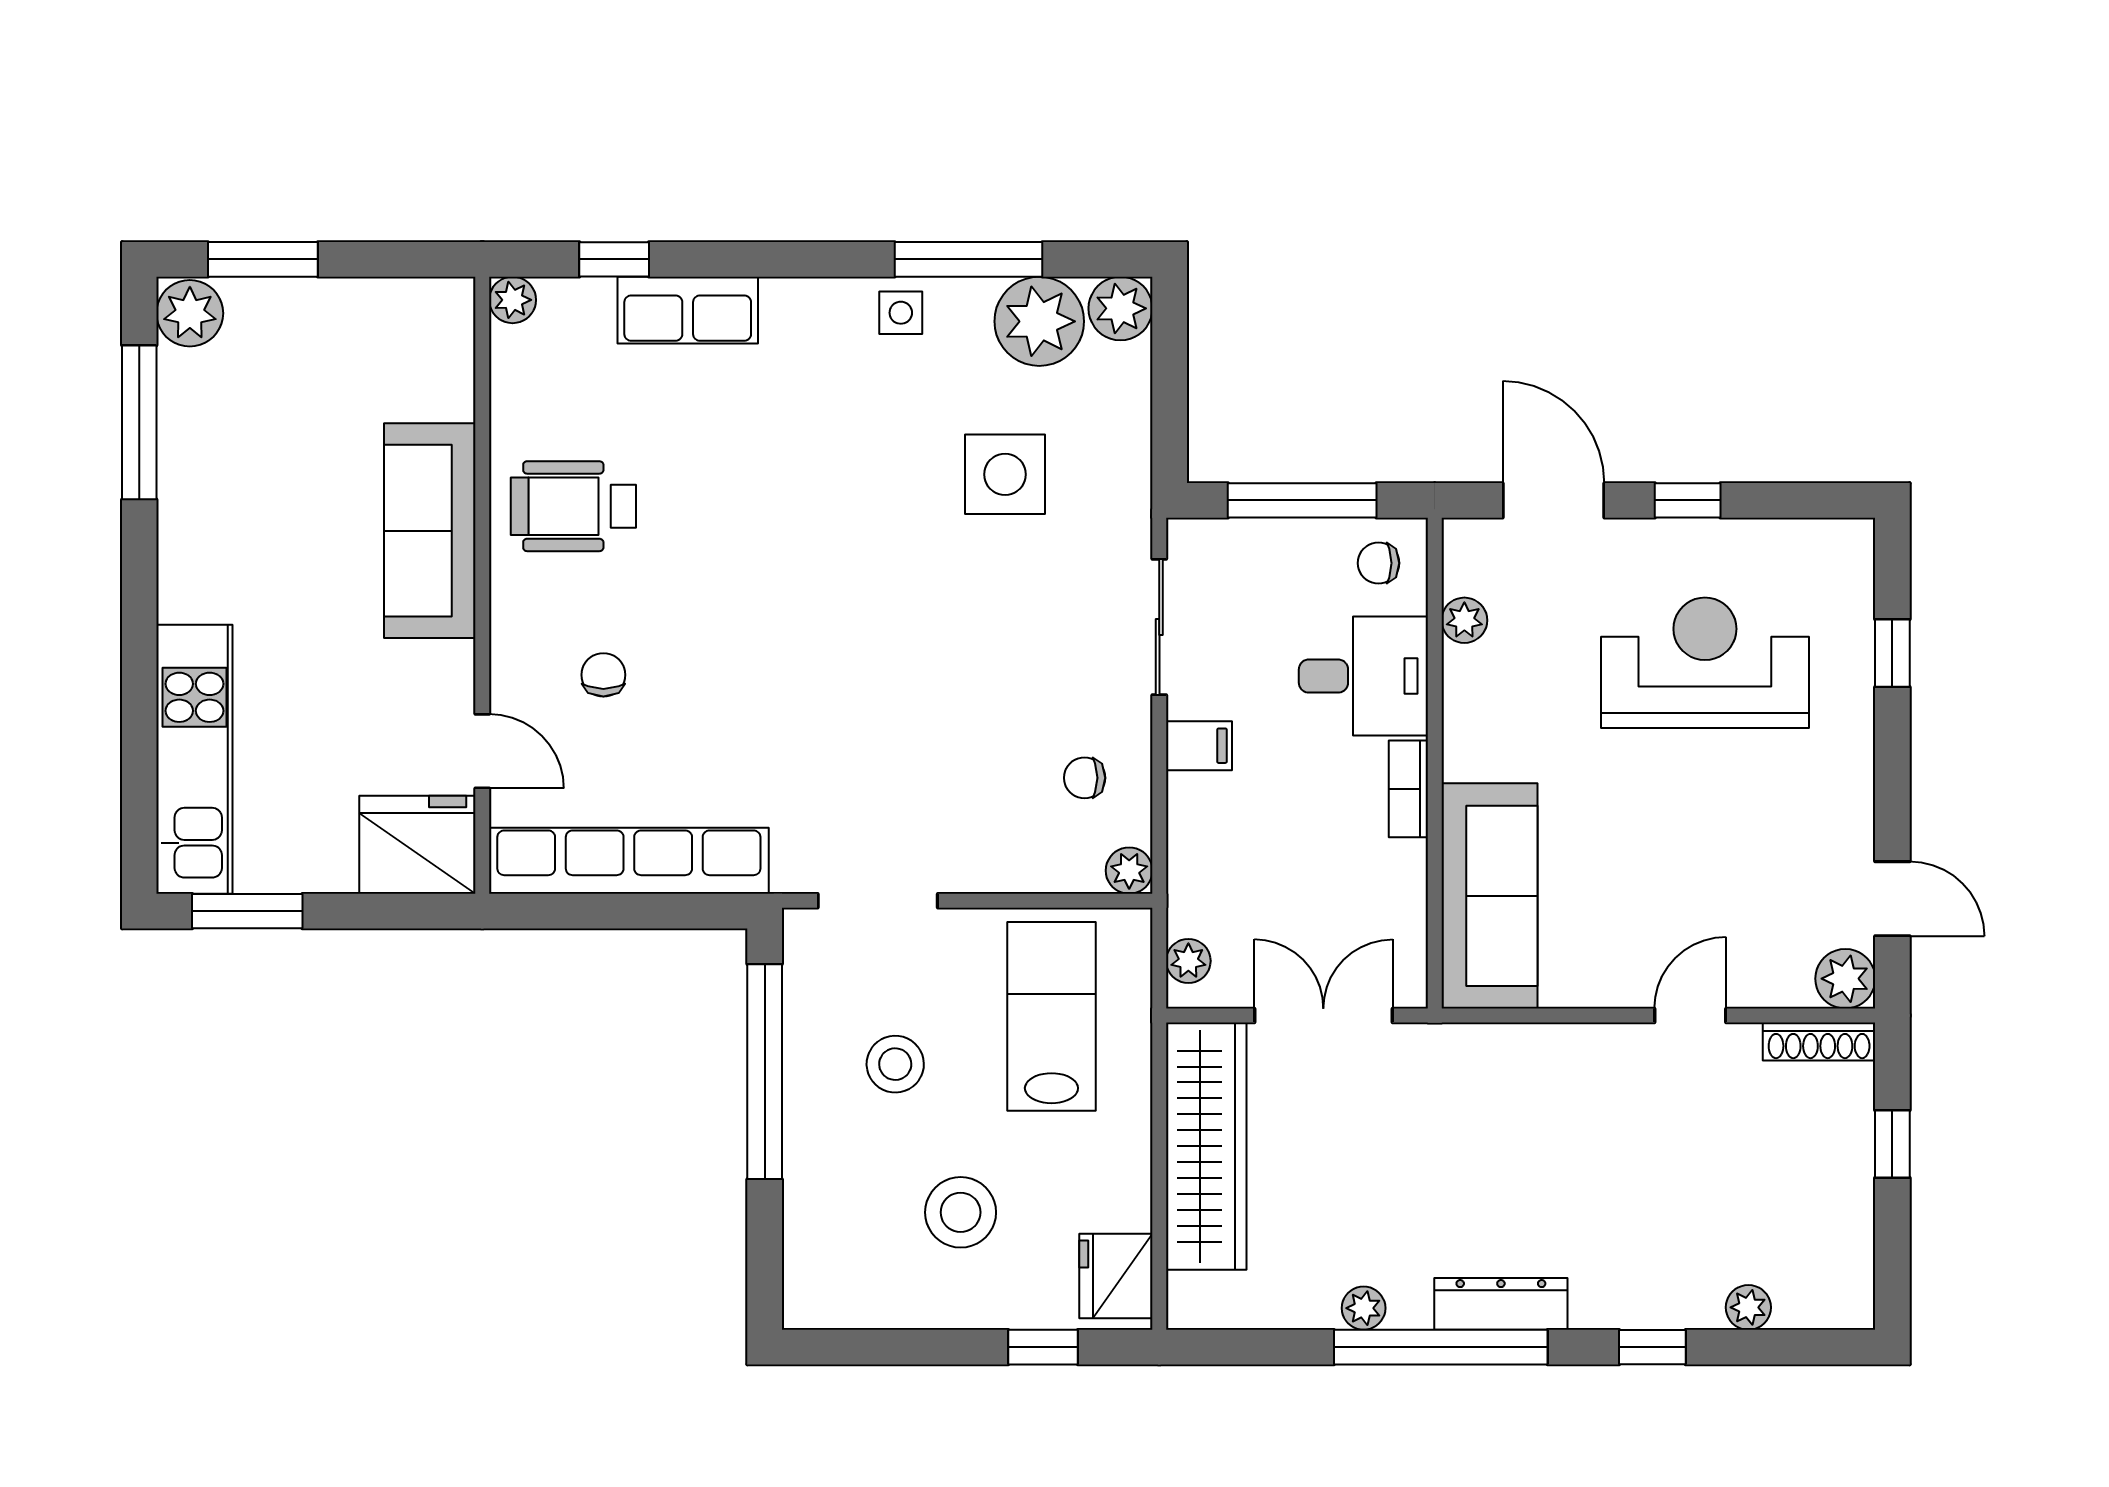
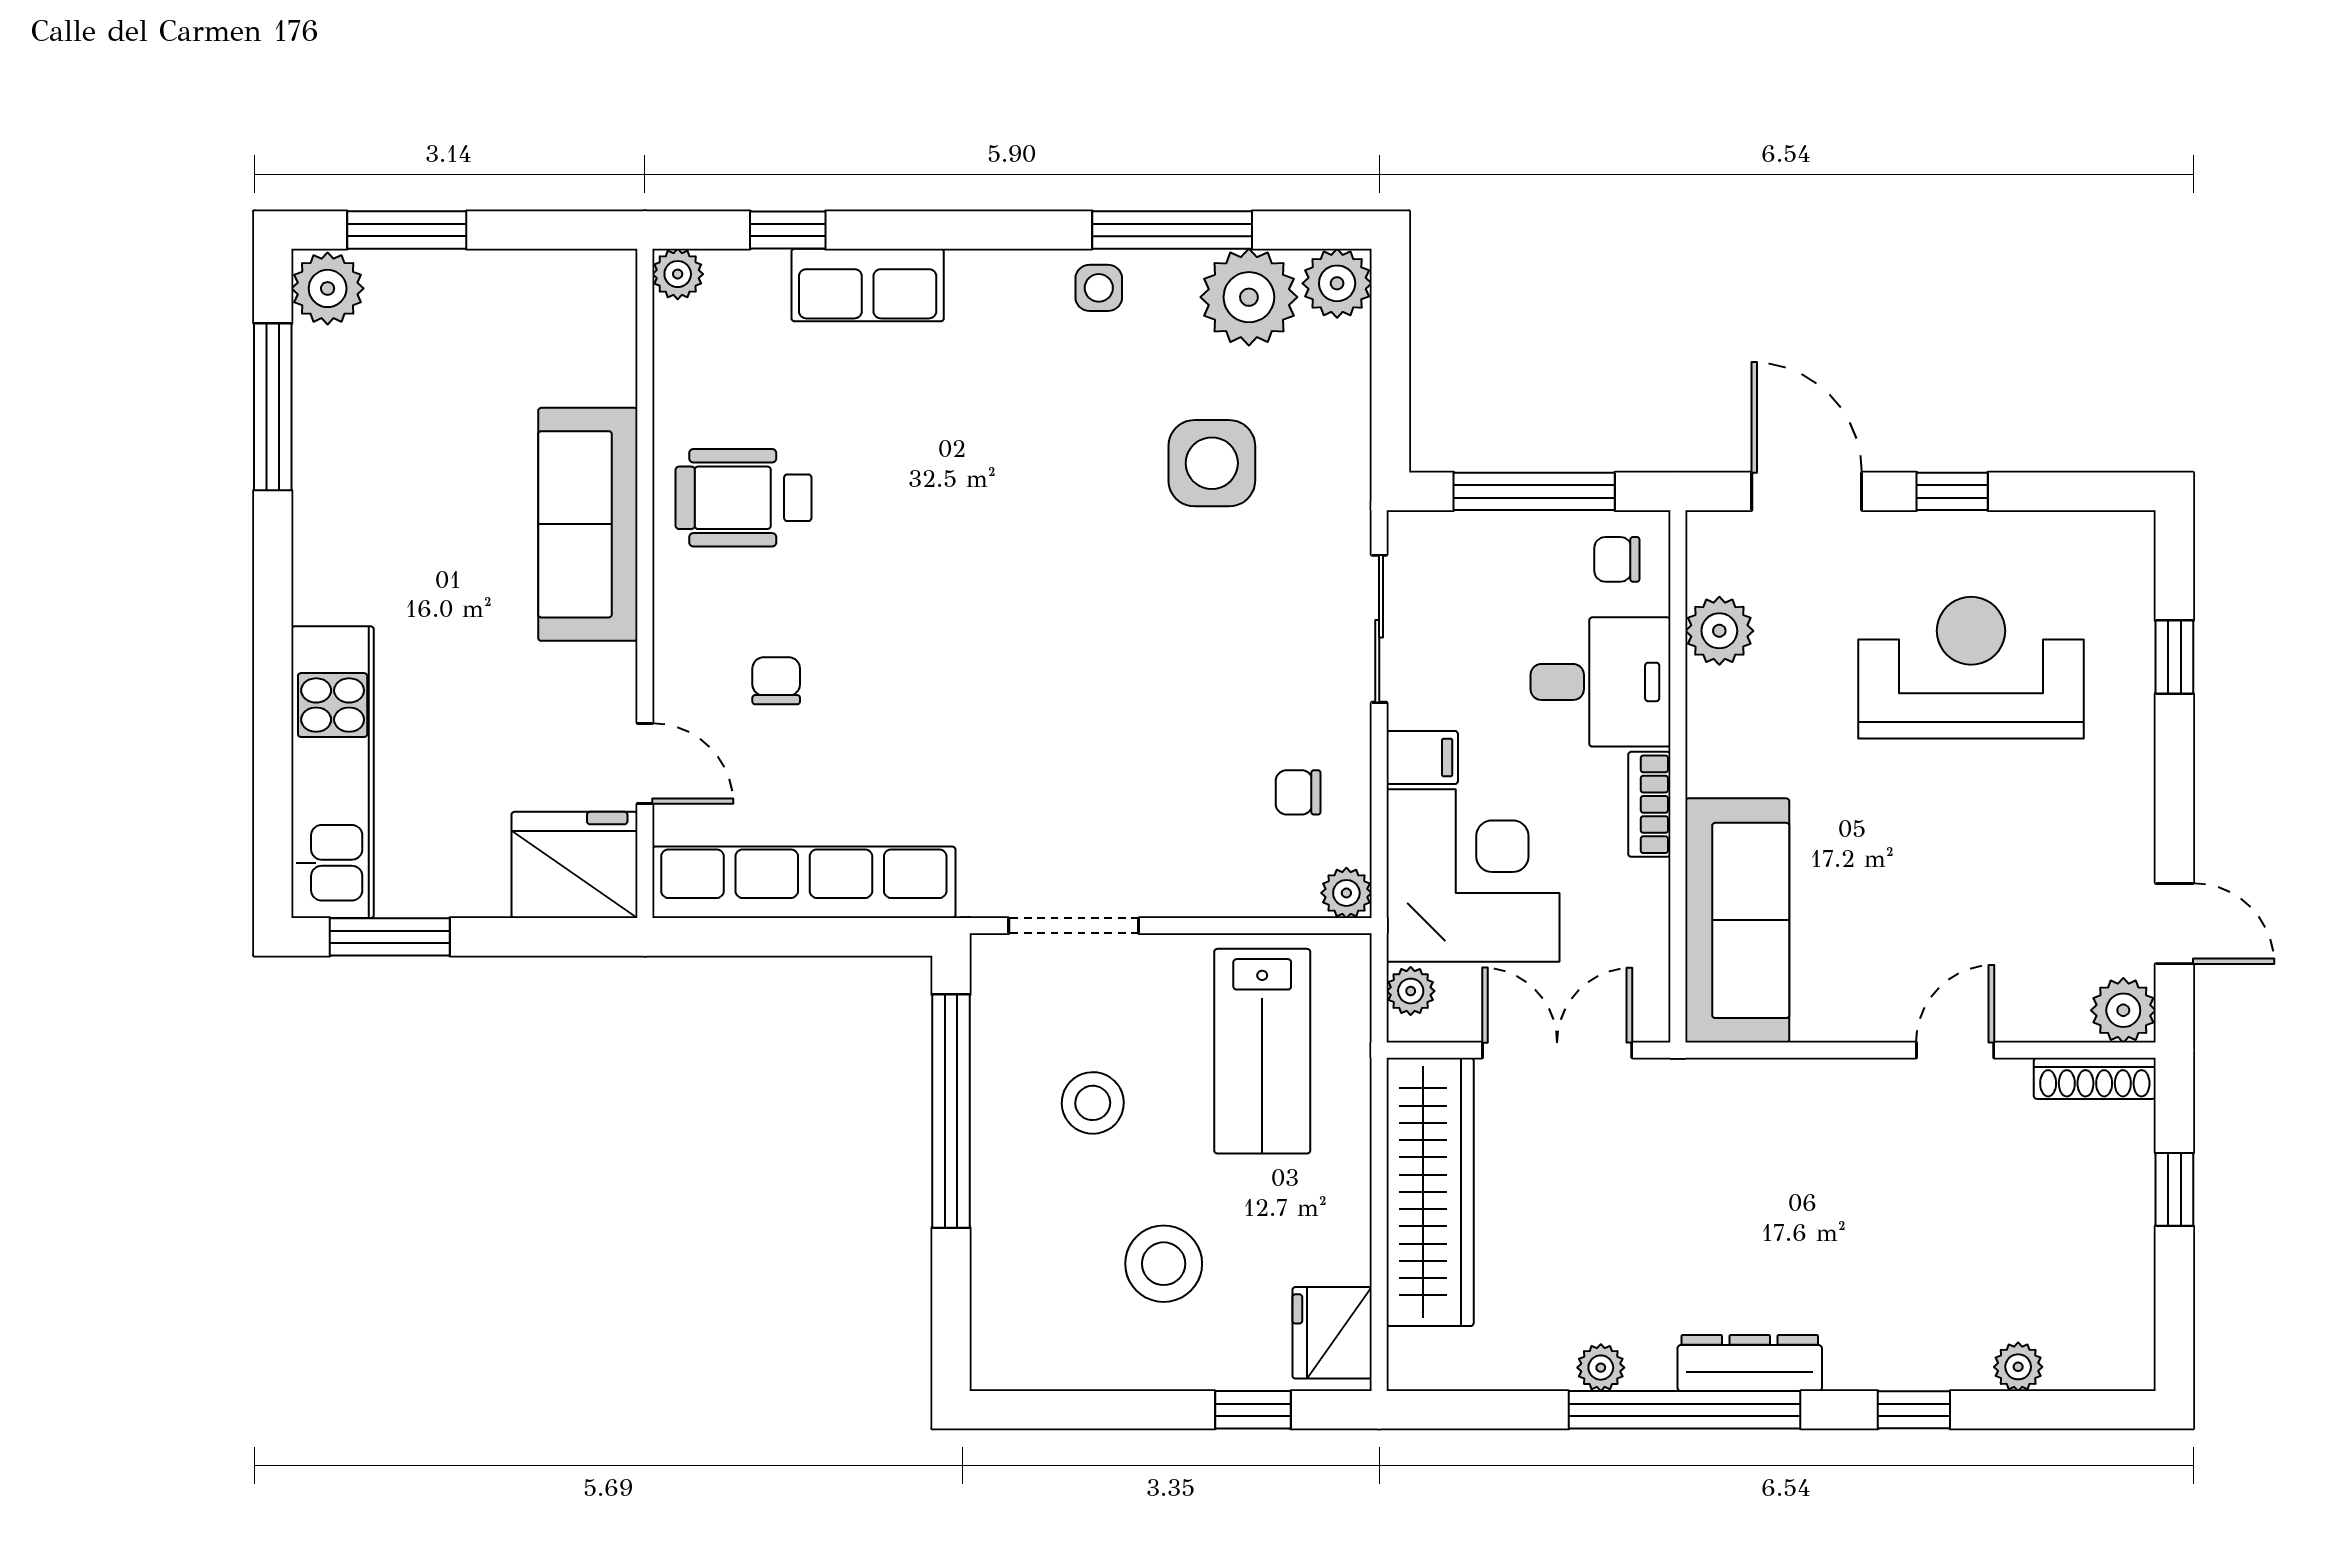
plant: (1464, 620) -> (1719, 631), width x1.38, depth x1.38
corner desk: (1246, 855) -> (1473, 876), added
lab bench: (1051, 1016) -> (1262, 1051), turned 180

